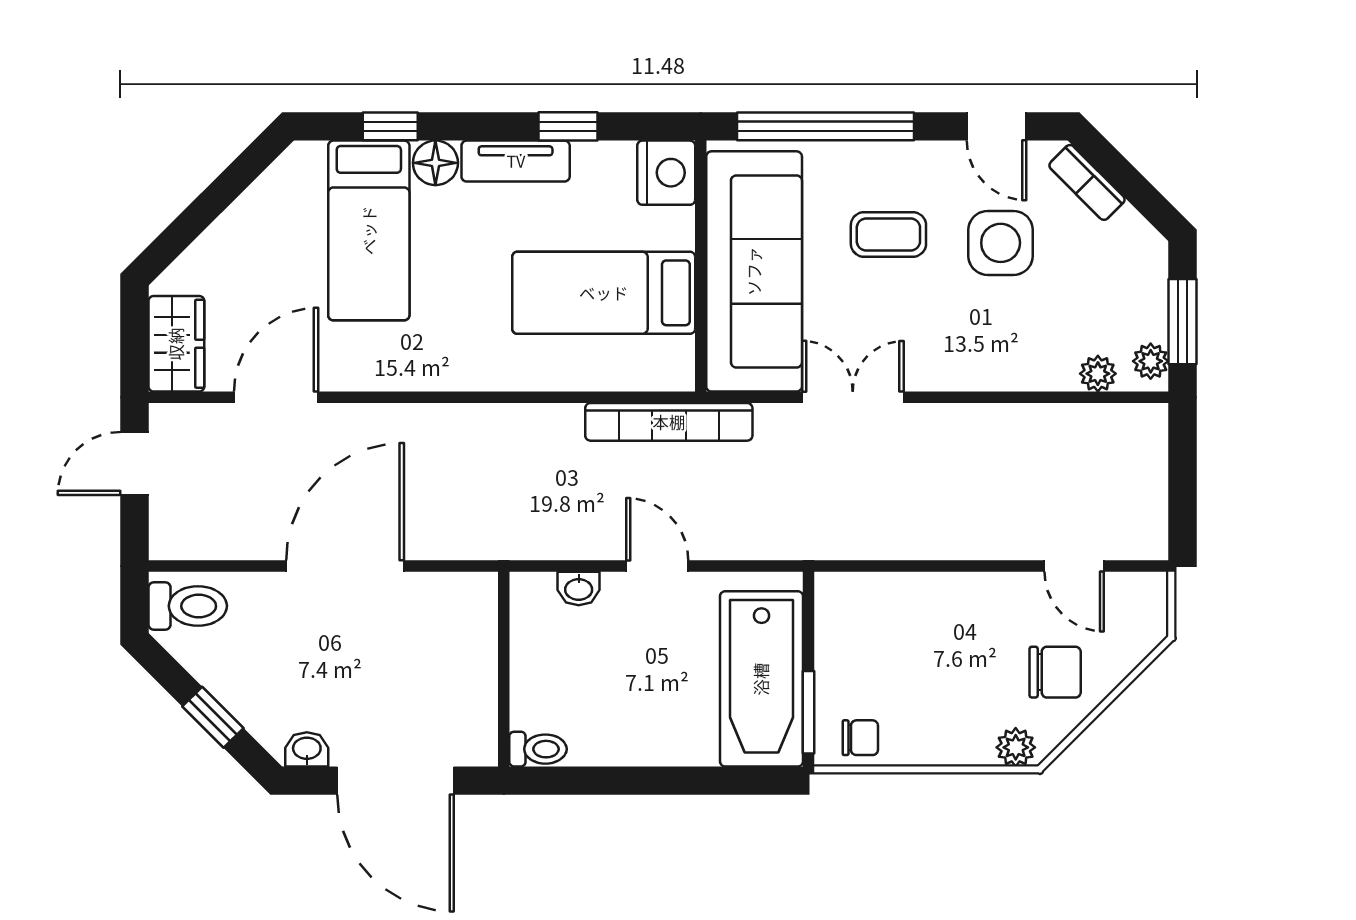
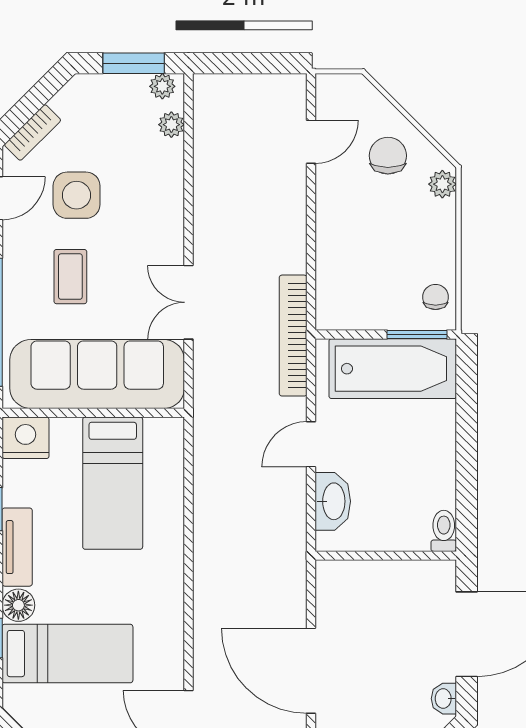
bookcase: (669, 422) -> (293, 336), moved, turned 180
washbasin: (579, 589) -> (333, 501), width x1.91, depth x1.45

